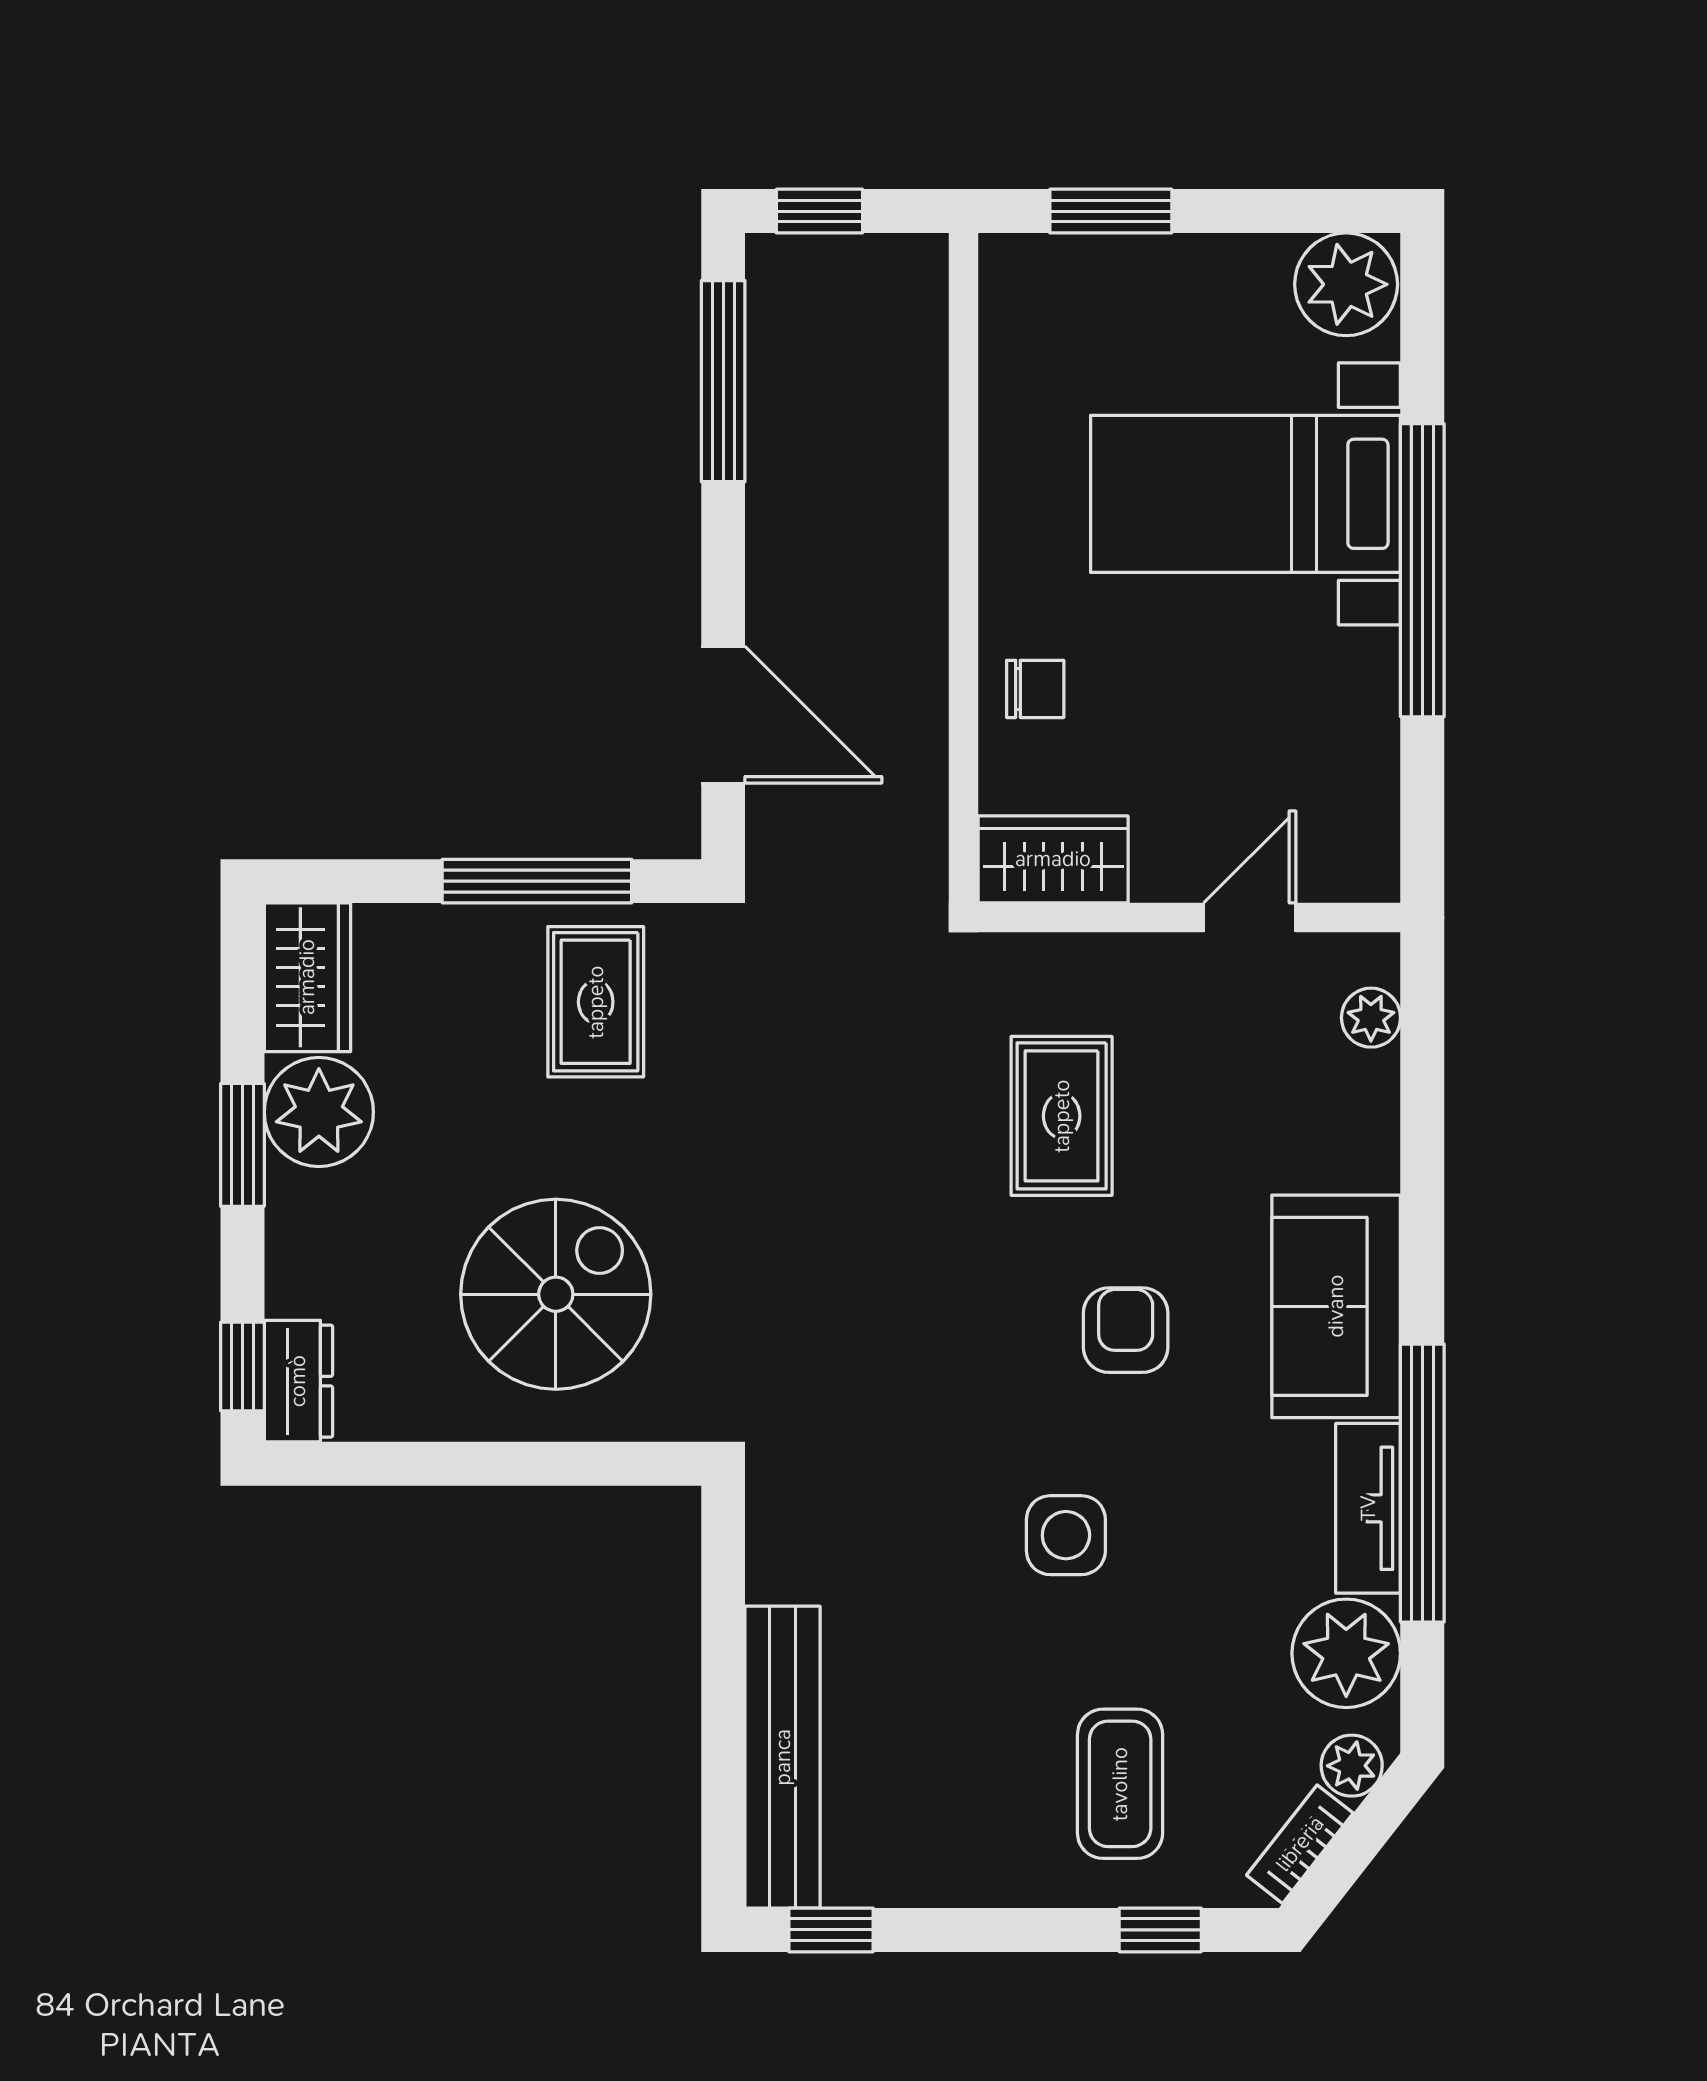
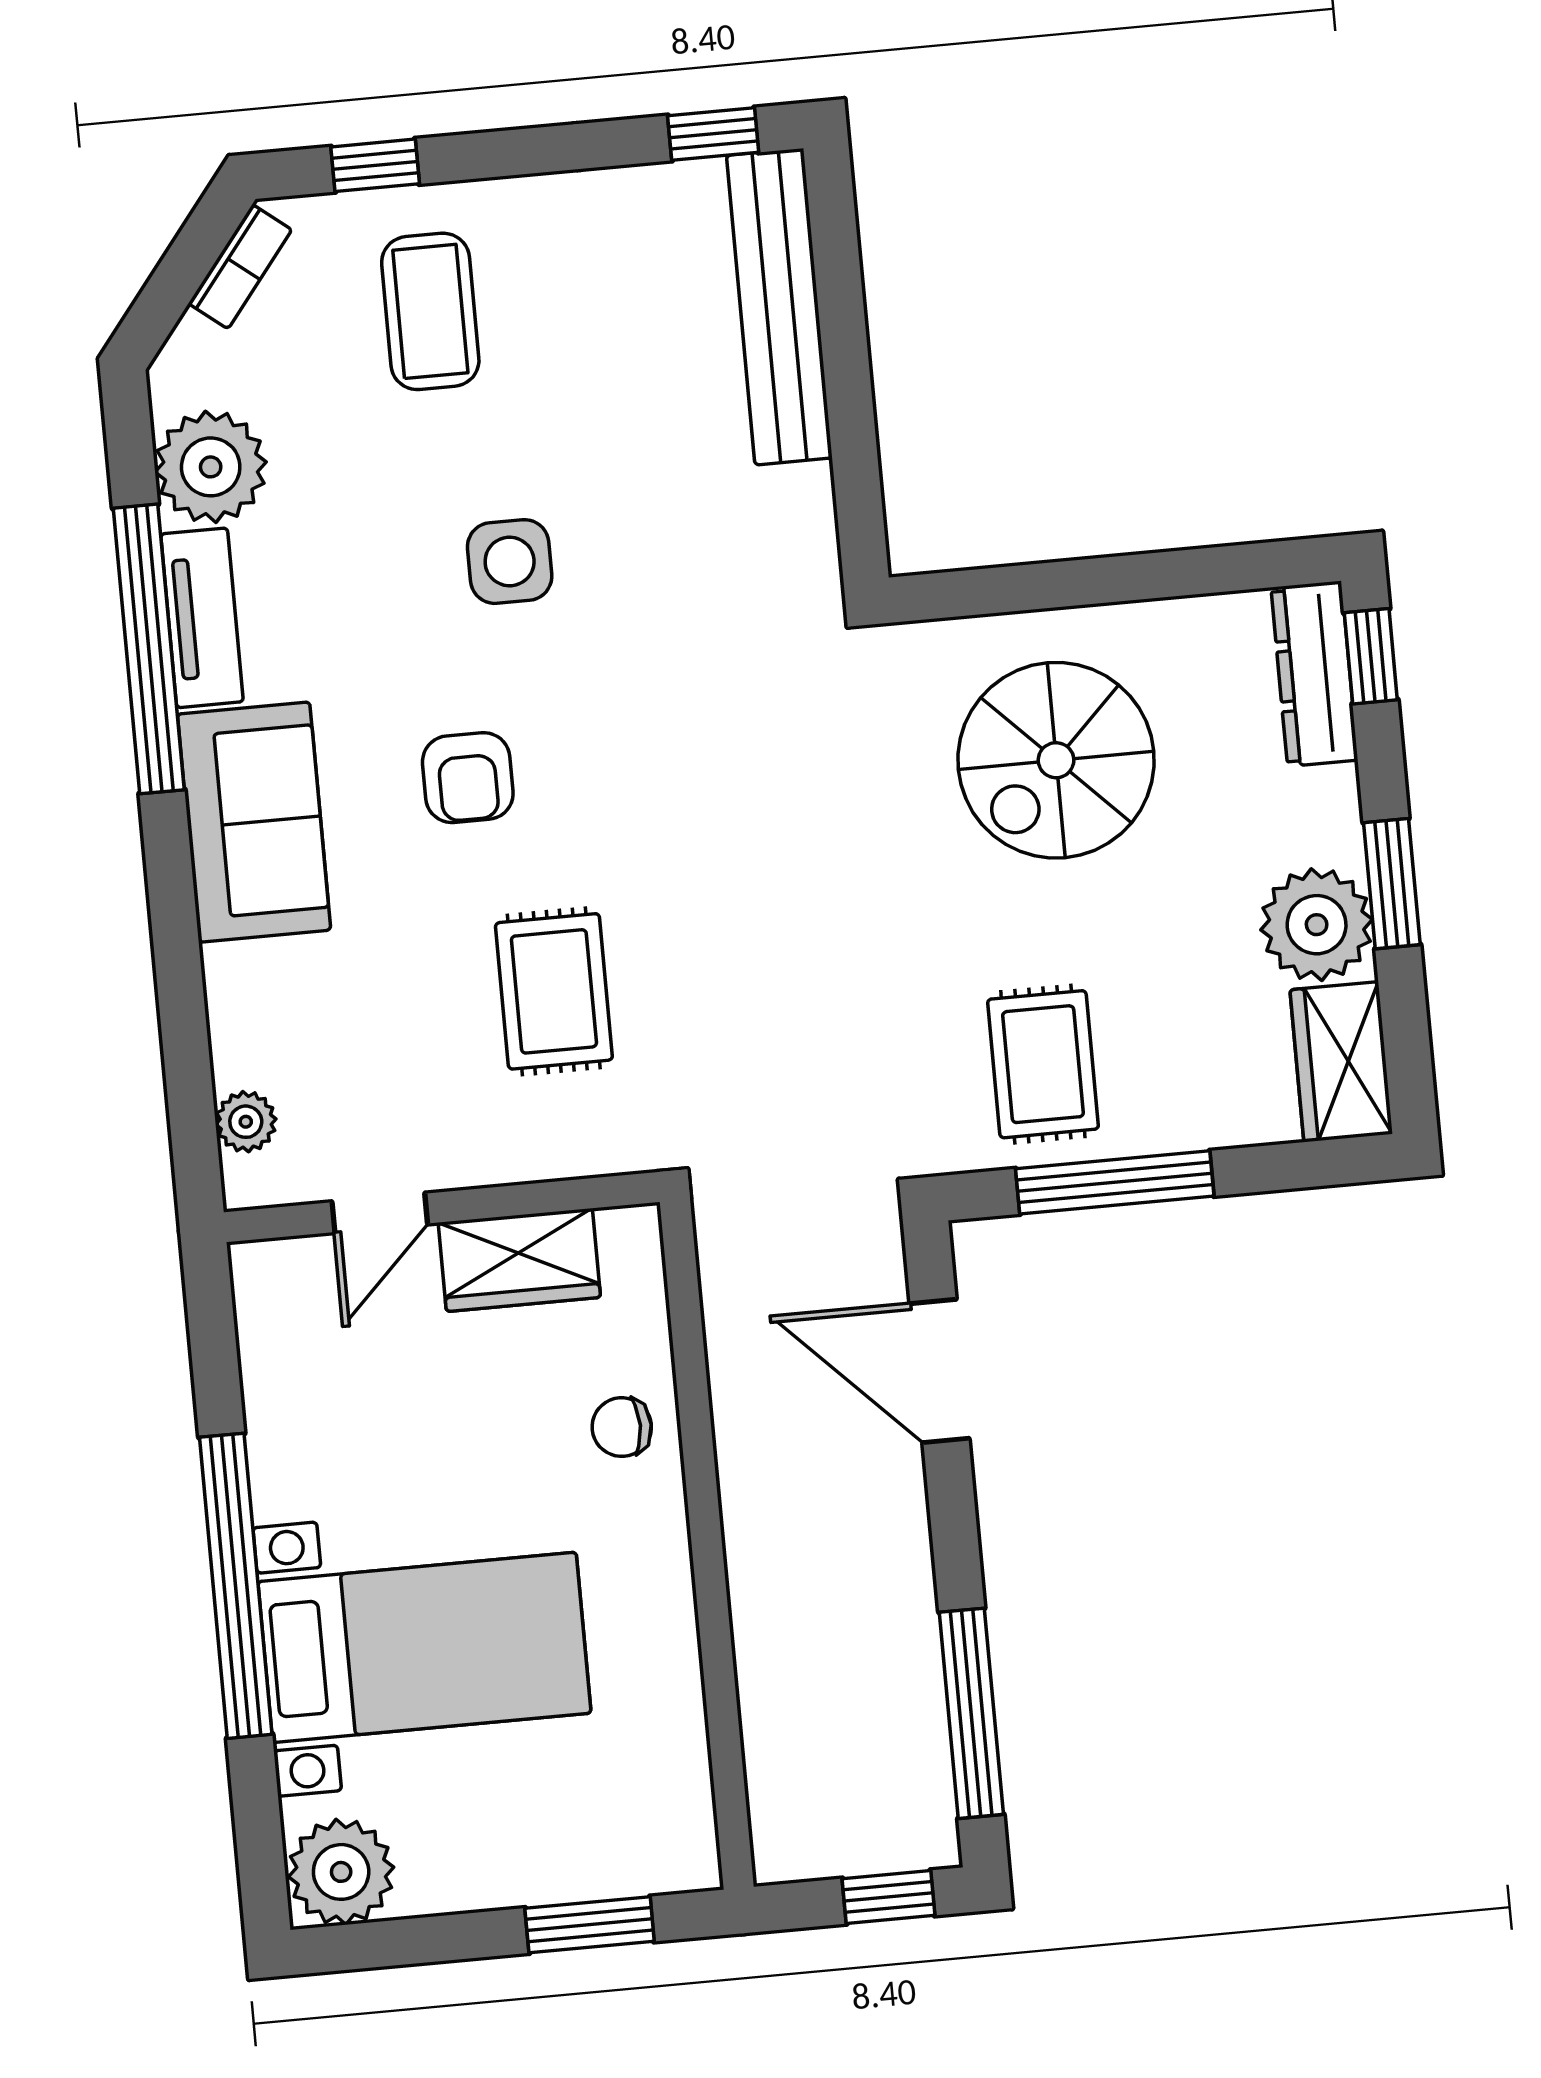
wardrobe: (1053, 859) -> (519, 1260), moved
dresser: (298, 1381) -> (1314, 674), width x1.44
plant: (1352, 1766) -> (194, 352), removed

